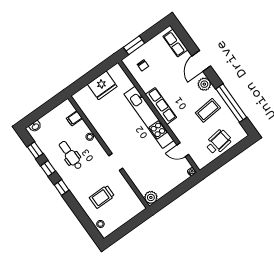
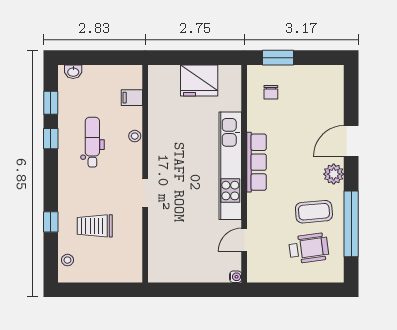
row of seats: (175, 43) -> (334, 93), removed
wheelchair: (218, 142) -> (309, 248), moved
door: (183, 150) -> (244, 240), hinge flipped
window: (62, 187) -> (51, 222), moved
plant: (151, 197) -> (158, 272), removed

